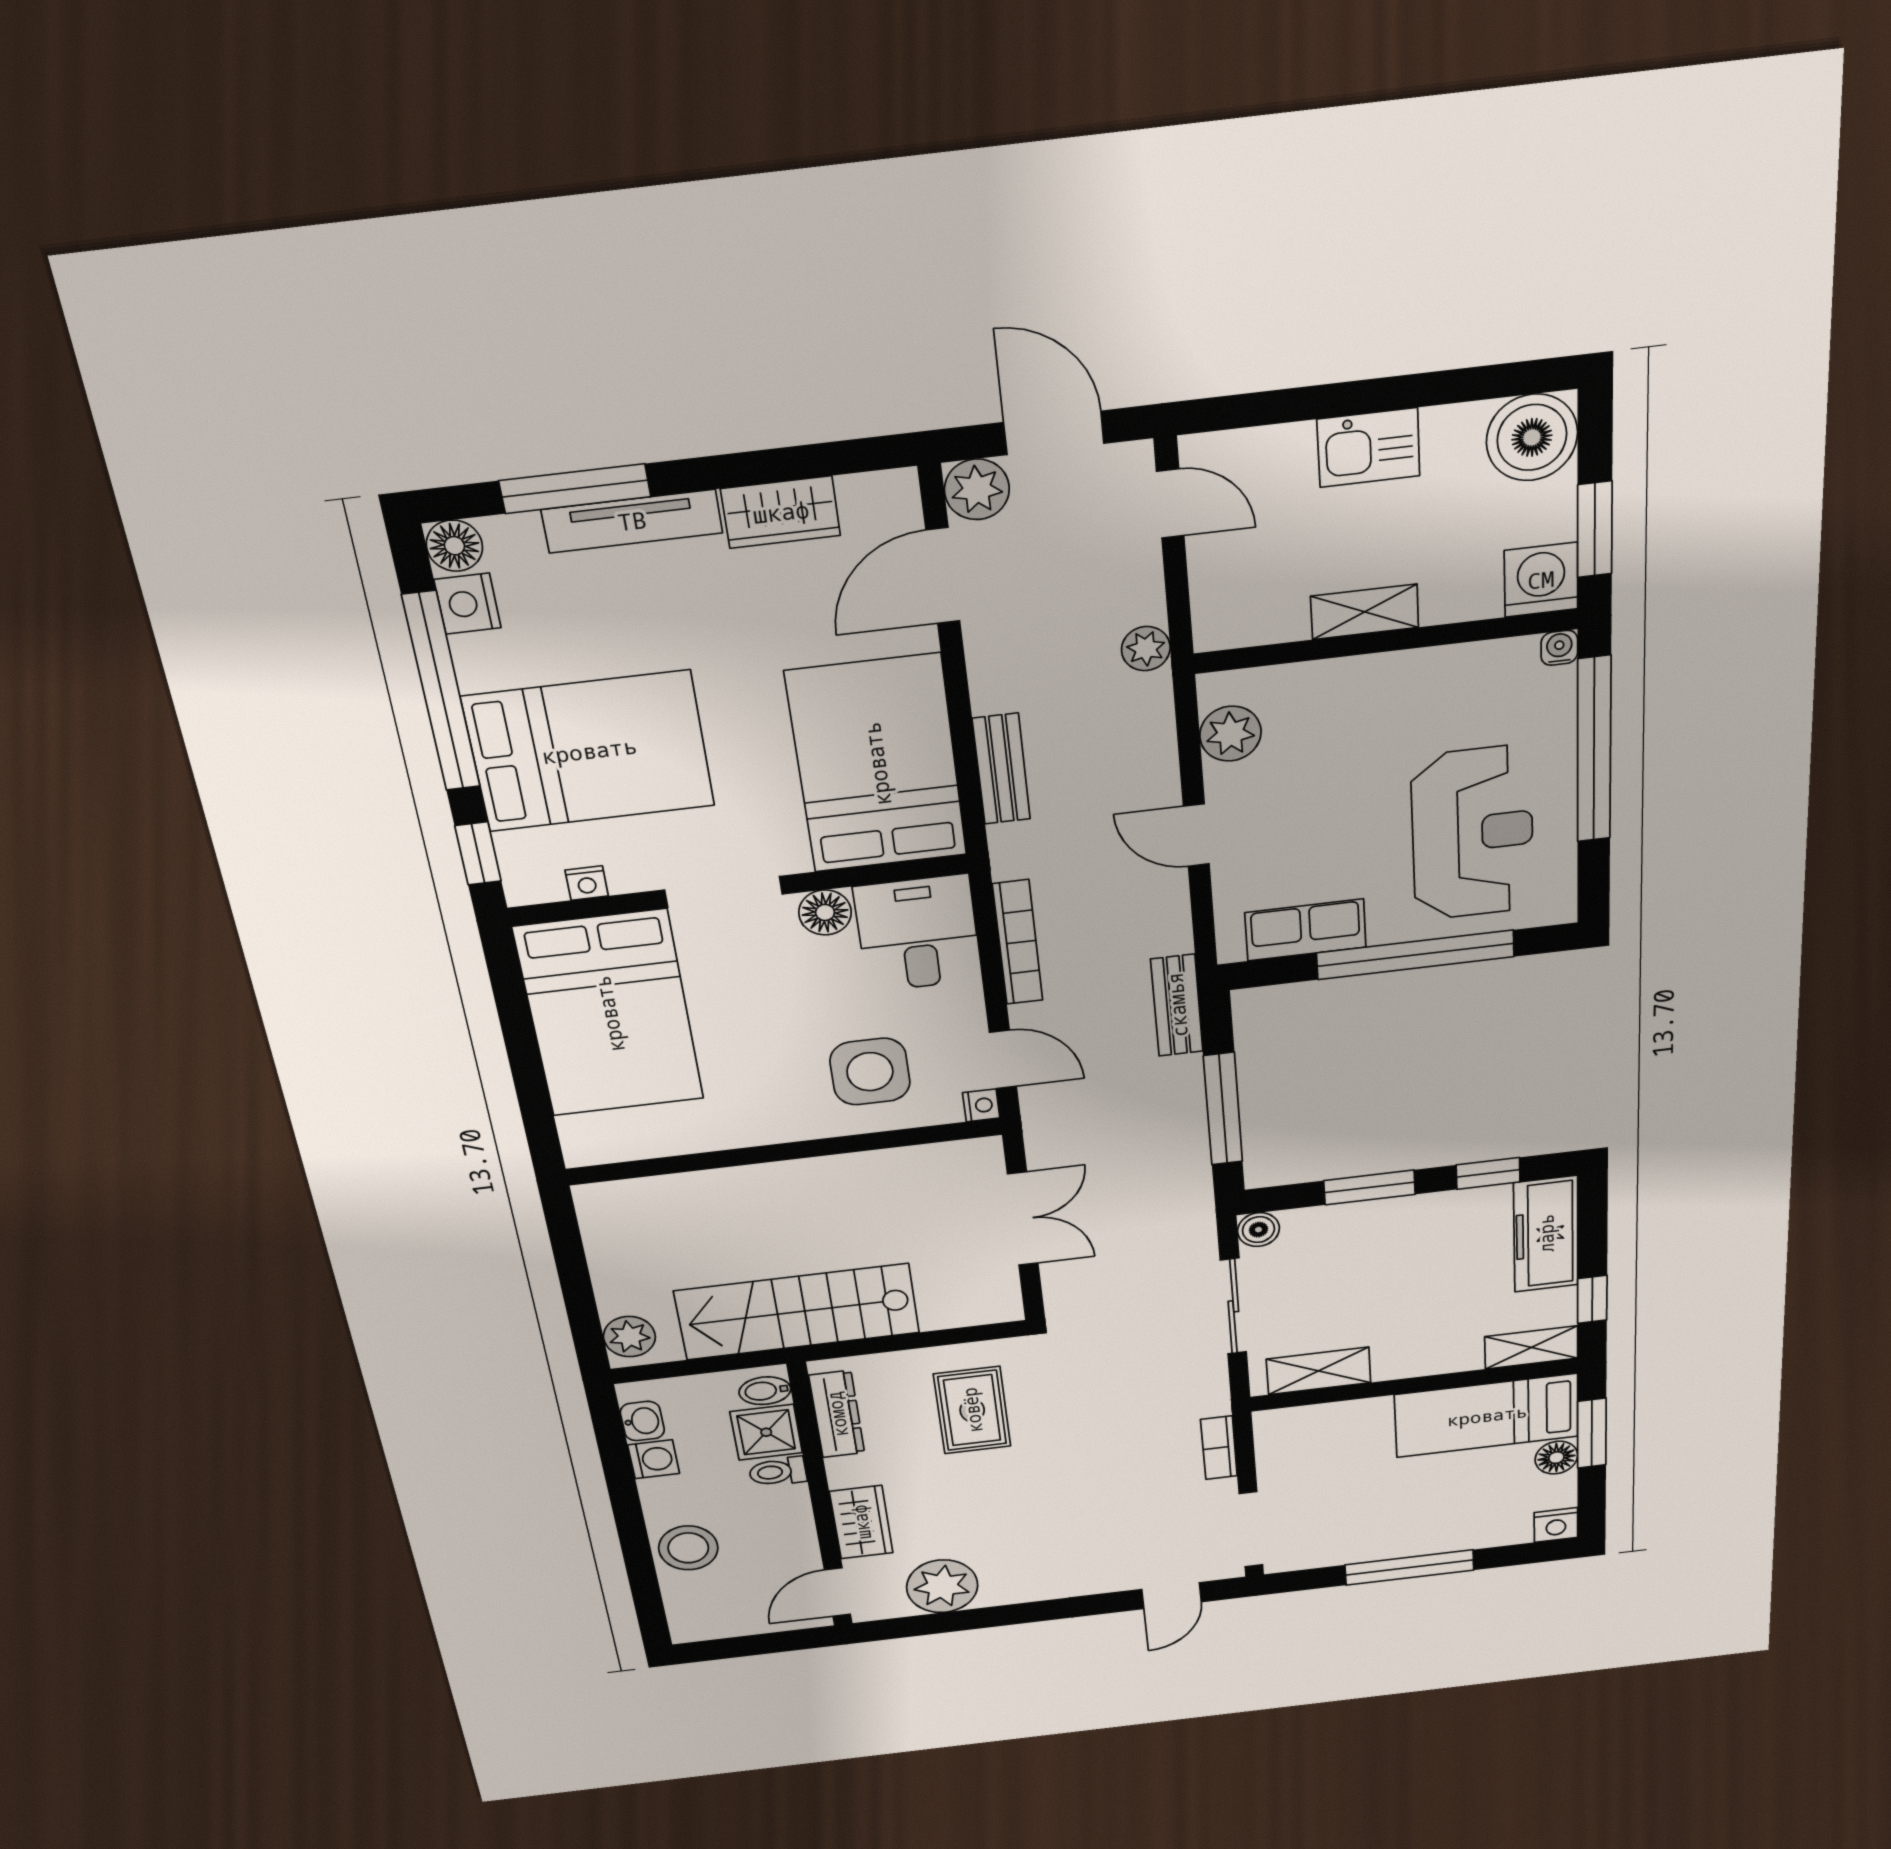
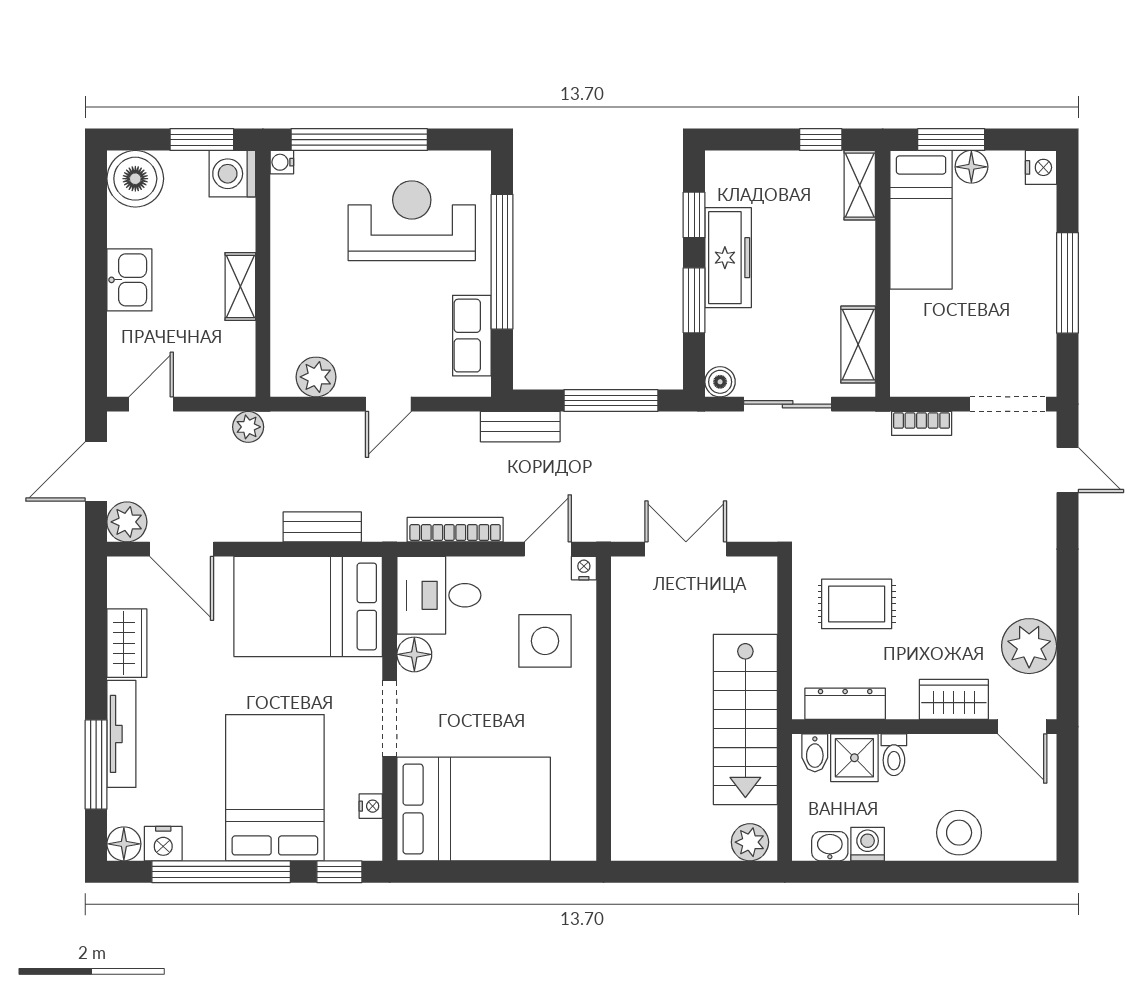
freezer: (1546, 1234) -> (728, 258), moved, turned -90

